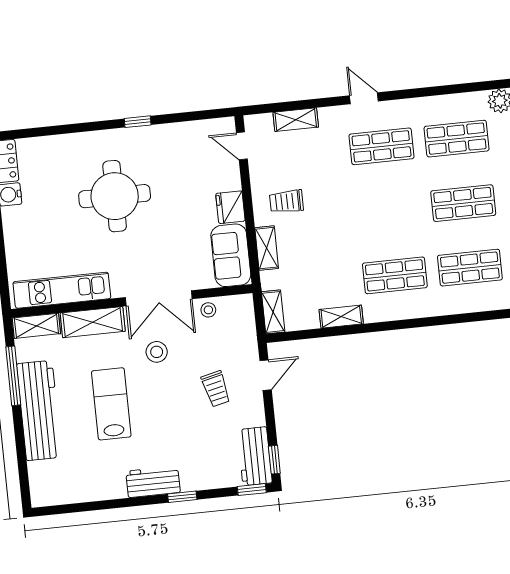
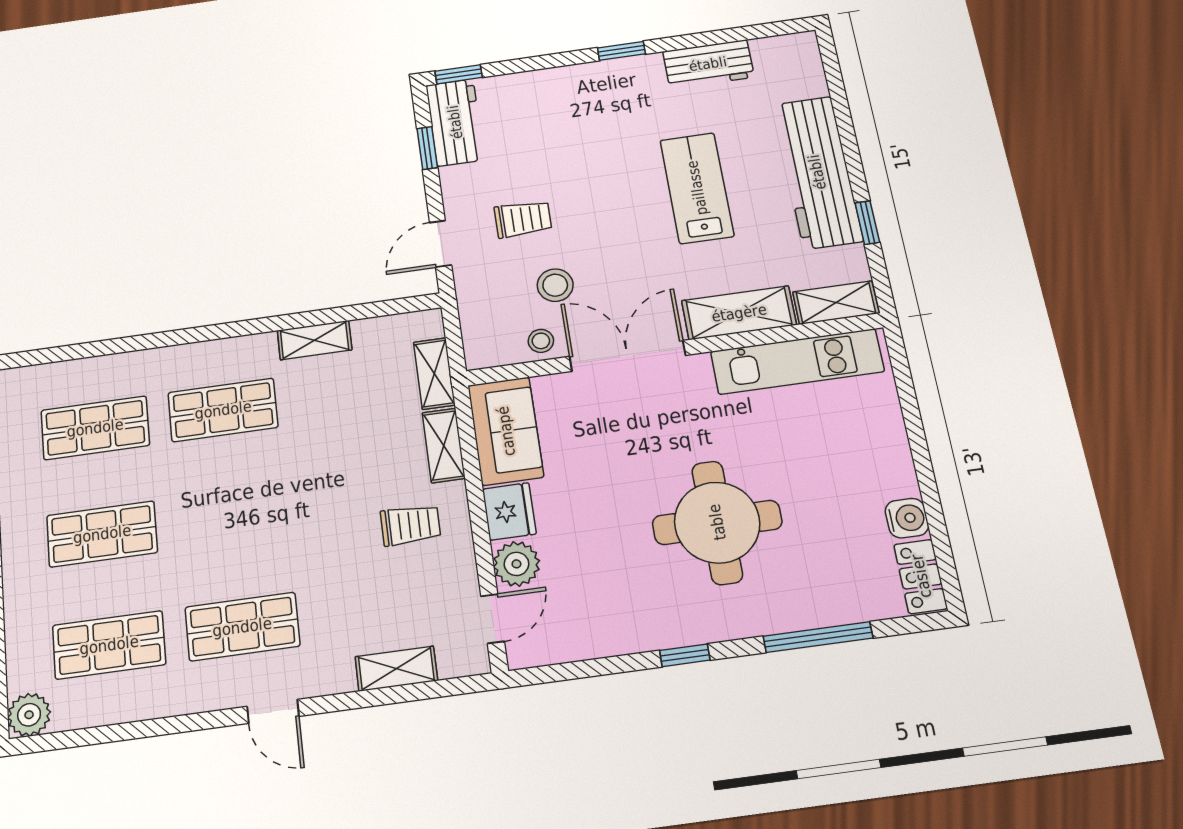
window: (65, 129) -> (818, 637), added
door: (242, 146) -> (493, 619), hinge flipped
plant: (227, 177) -> (516, 564), added
shelving: (273, 312) -> (434, 374), moved
stool: (157, 352) -> (555, 285), moved
window: (13, 376) -> (867, 223), width x0.46
trolley: (216, 389) -> (523, 219), turned 103
lab bench: (111, 404) -> (697, 188), turned 180
window: (274, 460) -> (427, 148), moved
workbench: (153, 482) -> (708, 64), moved
window: (182, 497) -> (621, 51), moved

